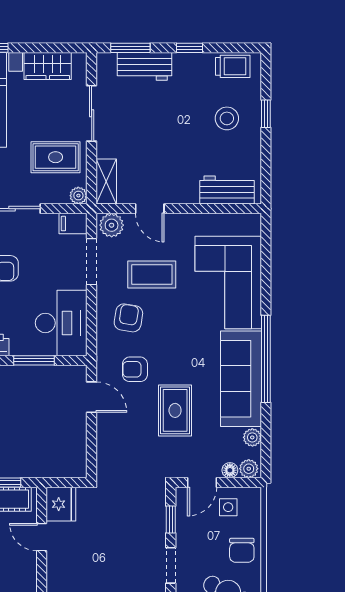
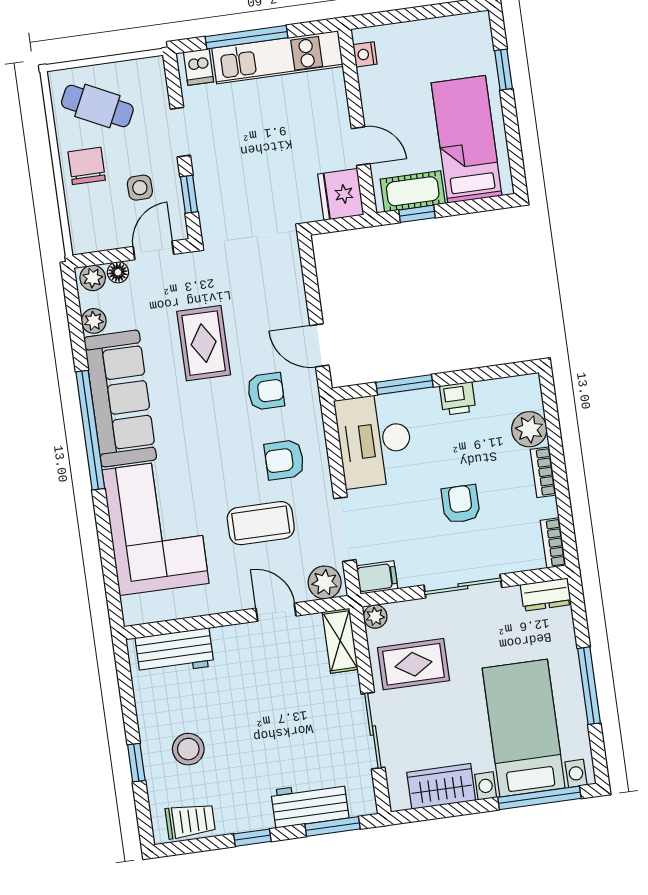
trolley: (233, 66) -> (190, 821), turned 180
armchair: (128, 318) -> (284, 460), turned 81
side table: (228, 507) -> (140, 188), moved

